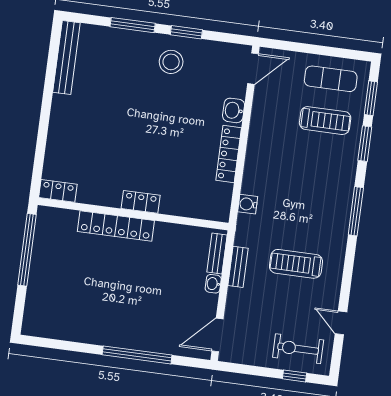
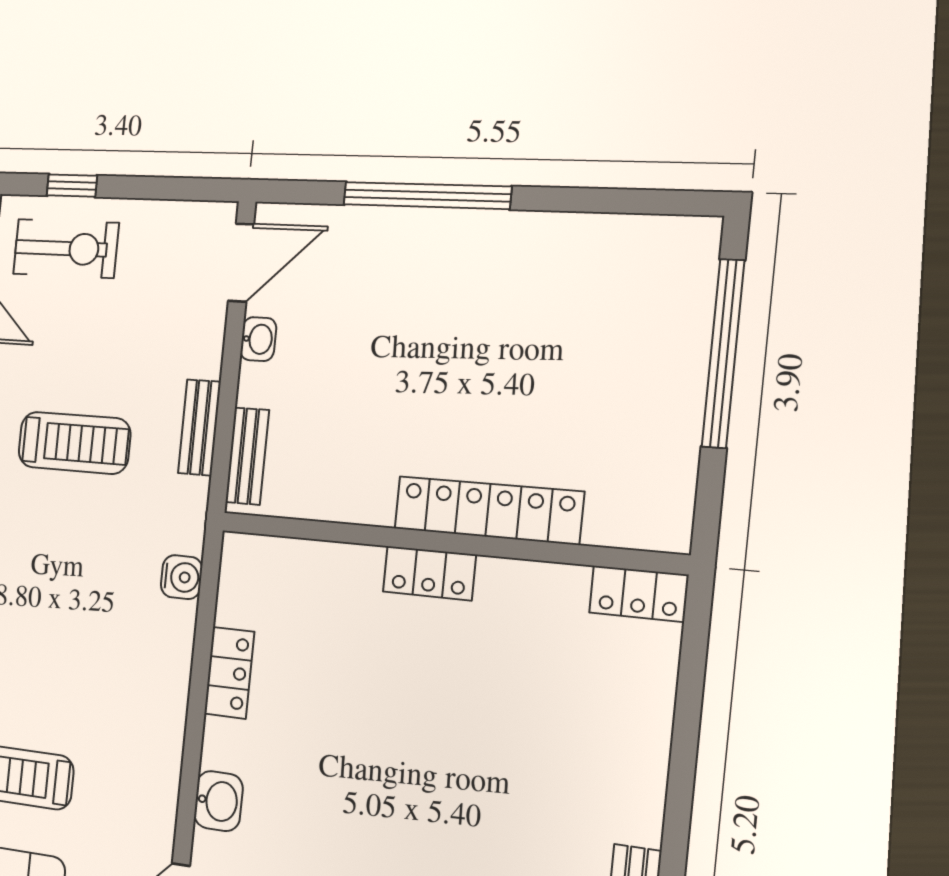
locker: (229, 154) -> (229, 673), width x0.66
window: (27, 250) -> (723, 354), moved
washbasin: (213, 284) -> (258, 339), moved

